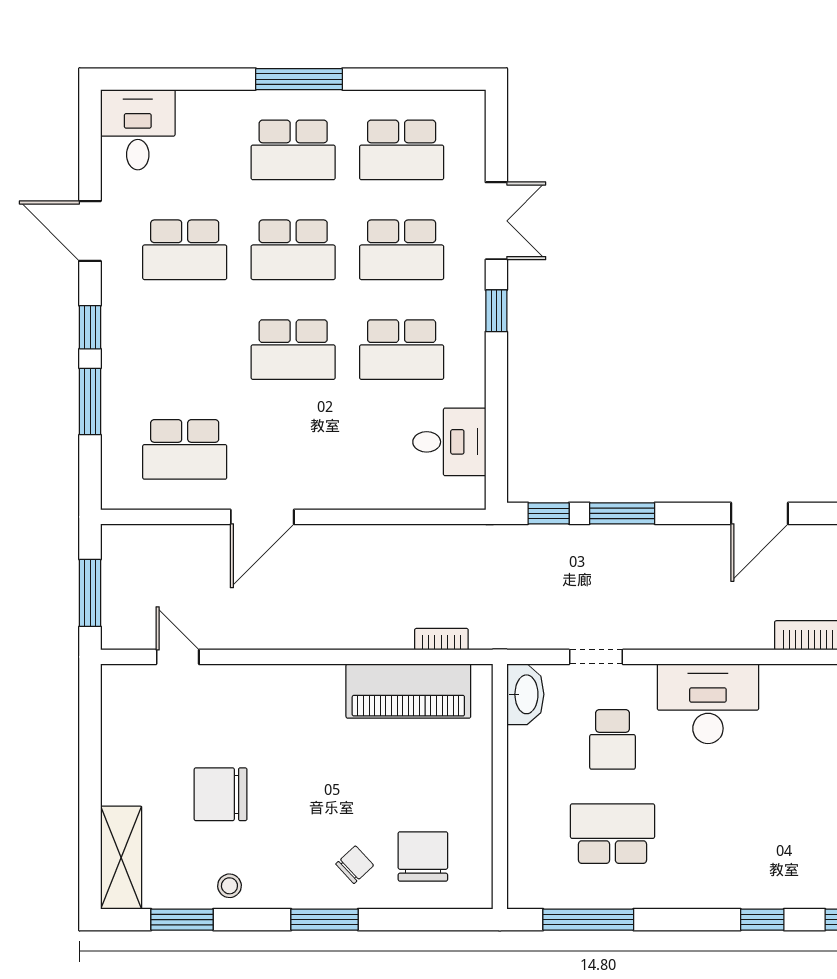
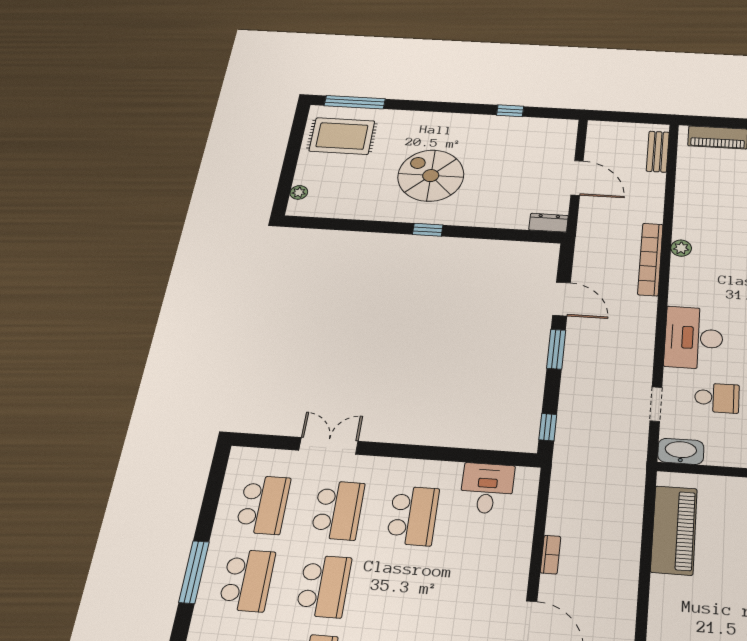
window: (496, 311) -> (394, 450), removed
school desk: (293, 350) -> (401, 592), removed
window: (622, 513) -> (556, 349), moved
bookcase: (441, 639) -> (551, 555), moved, turned 180

